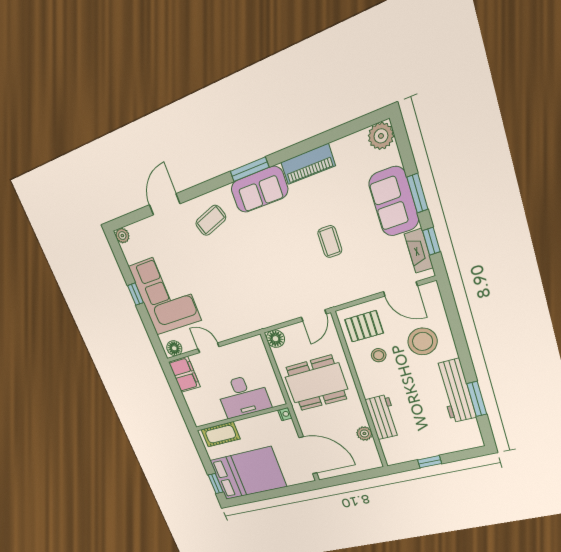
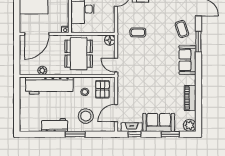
piano: (308, 164) -> (190, 98), moved
window: (249, 169) -> (198, 42), moved
window: (418, 193) -> (170, 134), moved
coffee table: (330, 242) -> (138, 32), moved
workbench: (456, 391) -> (55, 125), width x0.73
window: (477, 399) -> (75, 134), moved
workbench: (383, 417) -> (49, 86), width x1.87, depth x1.32
window: (430, 462) -> (17, 101), removed

